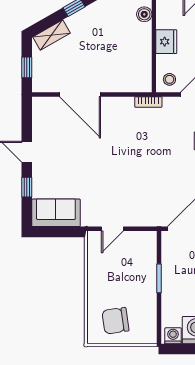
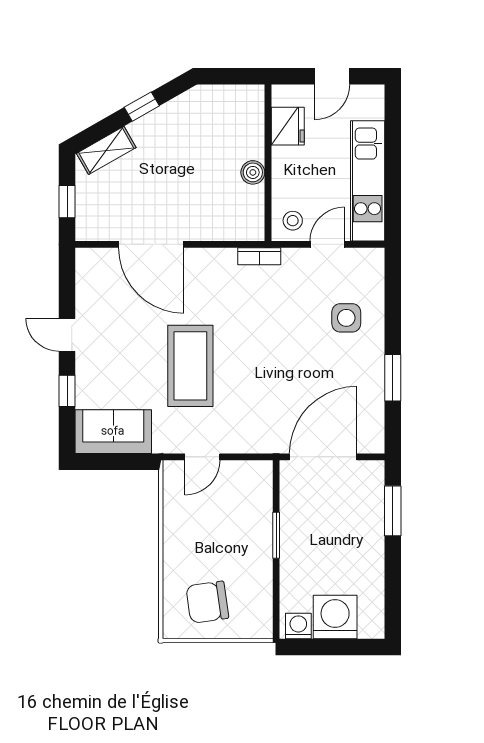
boiler: (144, 14) -> (253, 172), moved
fridge: (166, 42) -> (288, 126), moved
coffee table: (105, 171) -> (190, 366), added

